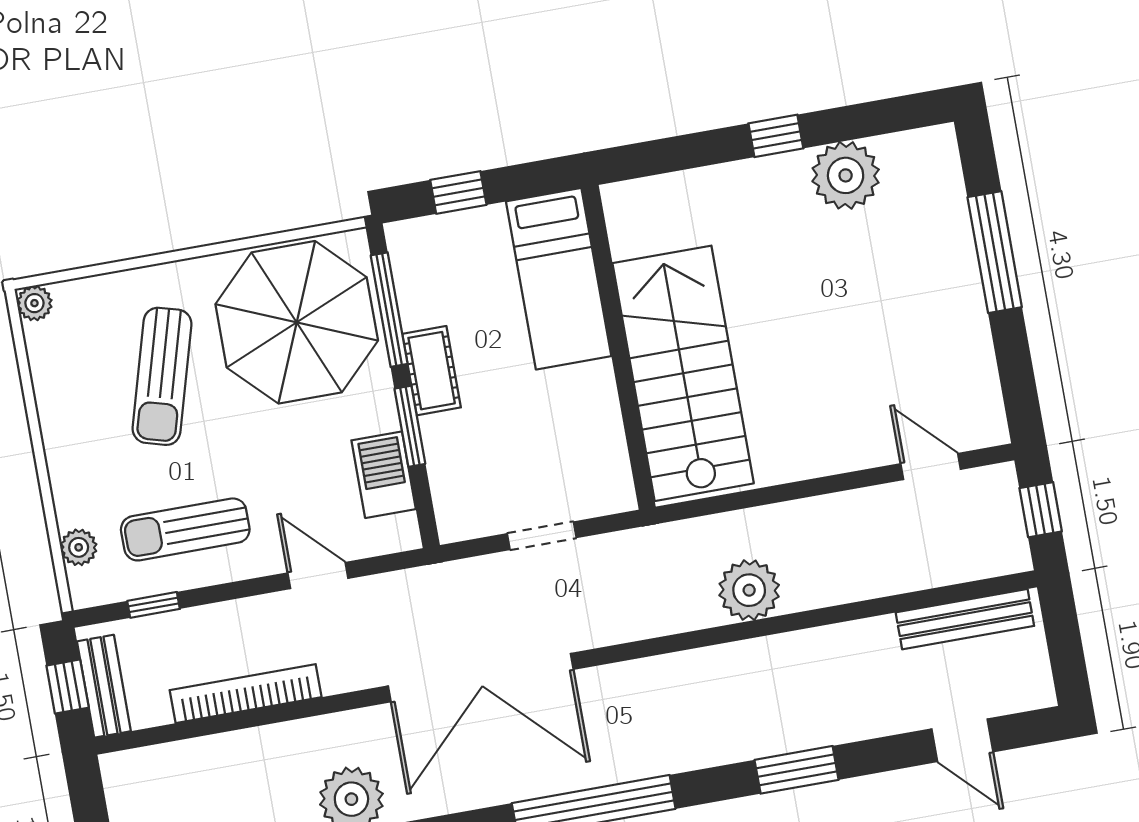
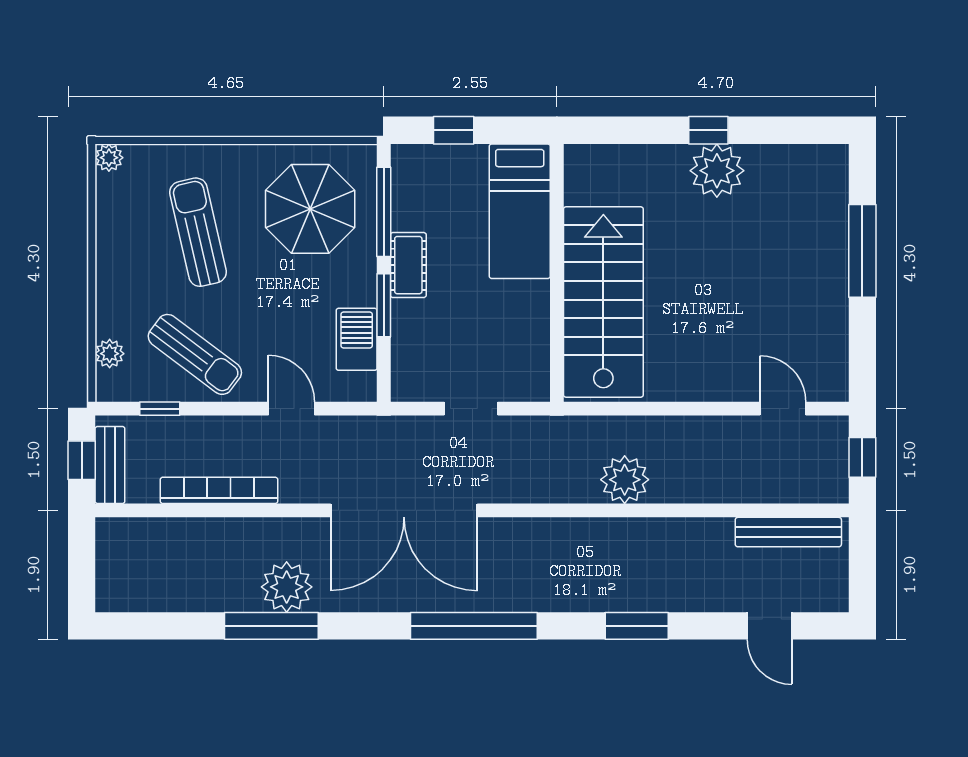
plant: (846, 175) -> (717, 171), moved
parasol: (297, 322) -> (310, 209), width x0.73, depth x0.73
sun lounger: (162, 376) -> (198, 232), turned 151
sun lounger: (185, 529) -> (195, 354), turned -143

